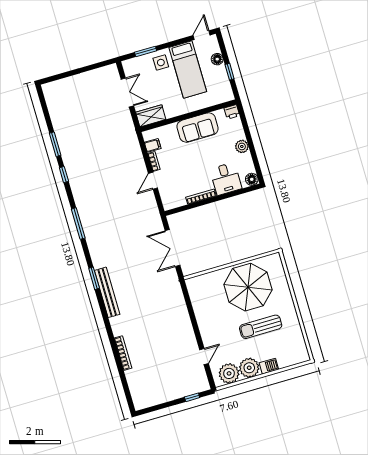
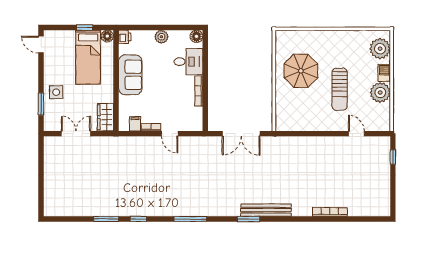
floor lamp: (217, 59) -> (107, 36), moved
bed: (188, 69) -> (88, 57), moved, turned 90
parasol: (248, 287) -> (301, 71), width x0.73, depth x0.73
sun lounger: (261, 327) -> (340, 89), moved
plant: (229, 373) -> (380, 49), moved

